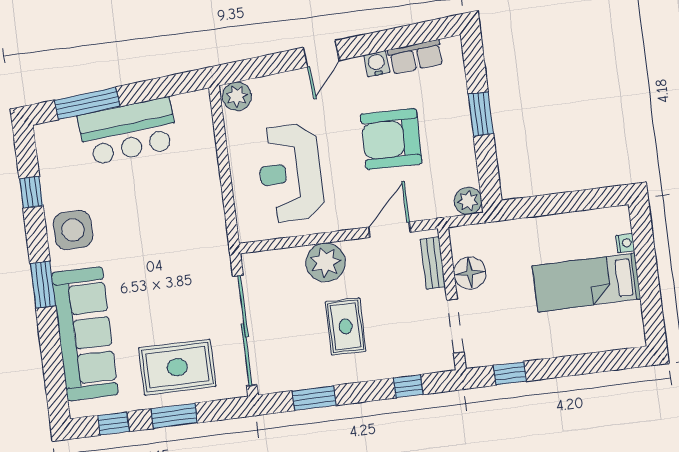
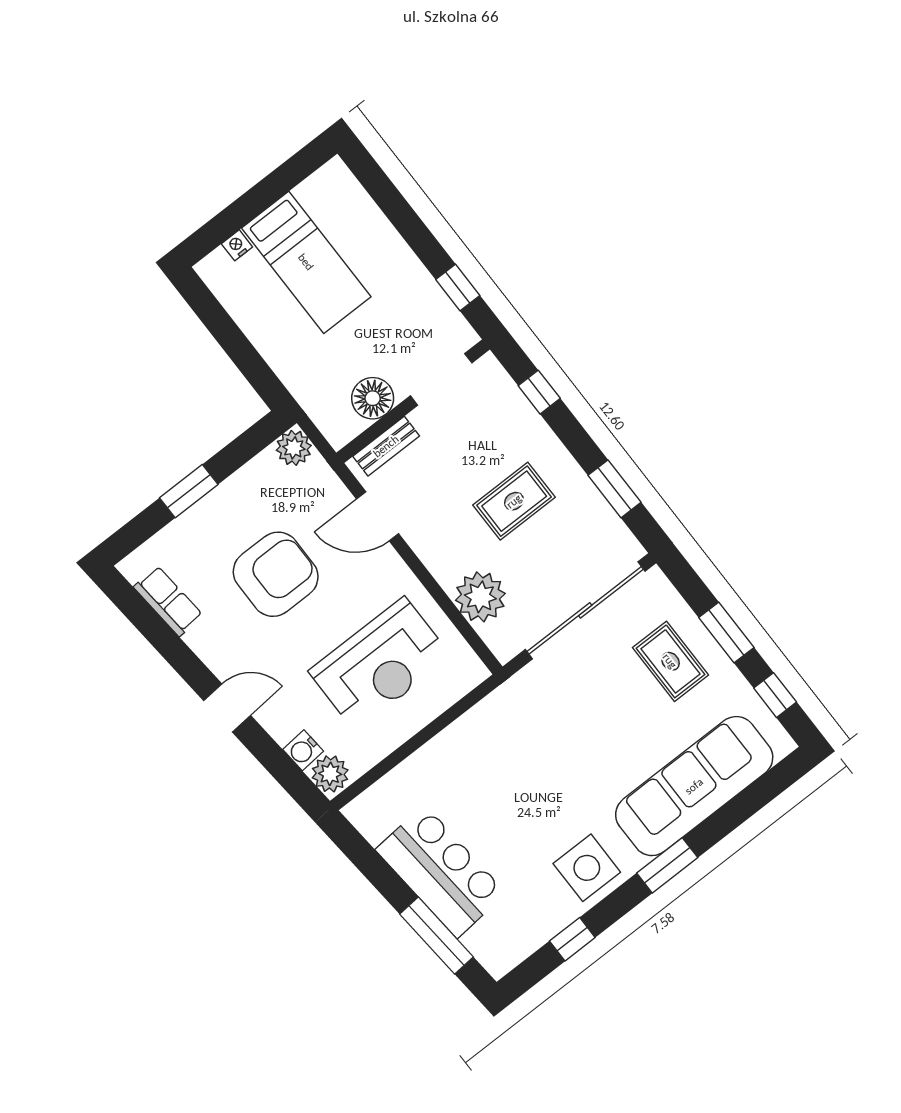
water cooler: (377, 64) -> (303, 750), moved
armchair: (391, 139) -> (276, 574), turned -91
plant: (326, 262) -> (480, 597), moved
rug: (177, 367) -> (670, 661), width x0.73, depth x0.70

